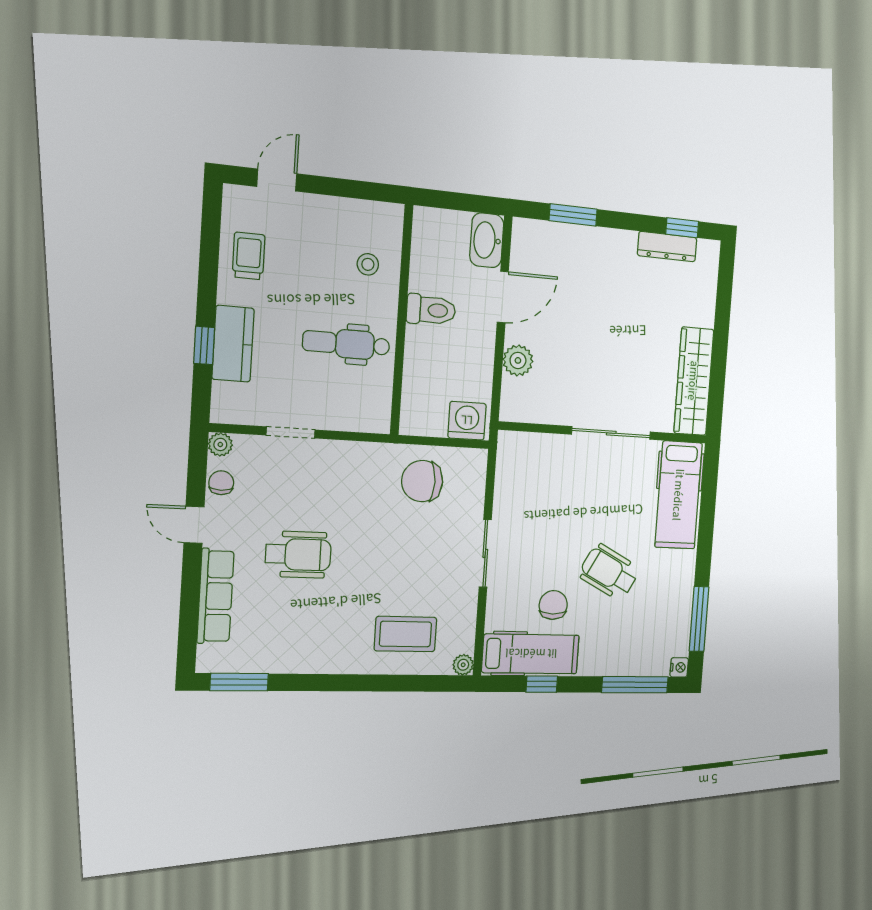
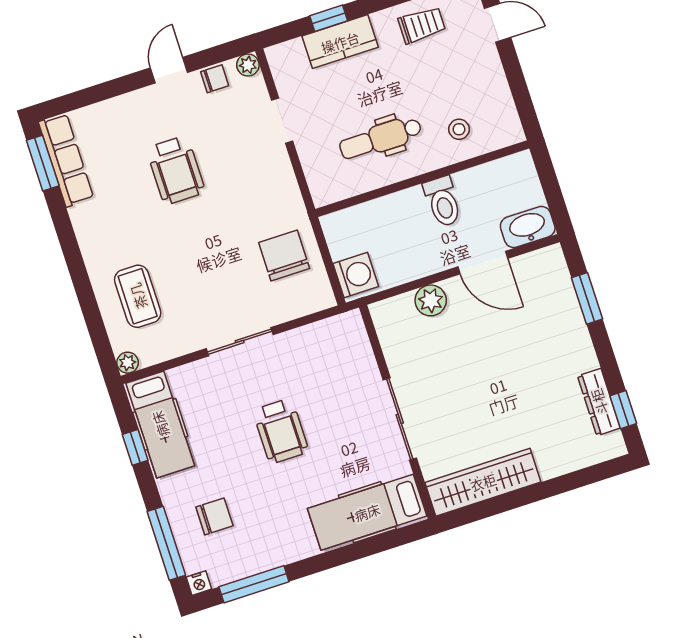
dental chair: (346, 344) -> (381, 138), turned -90
wheelchair: (609, 572) -> (281, 431), moved, turned 152
row of seats: (216, 596) -> (66, 160), moved, turned -90
chair: (553, 605) -> (214, 516), moved

